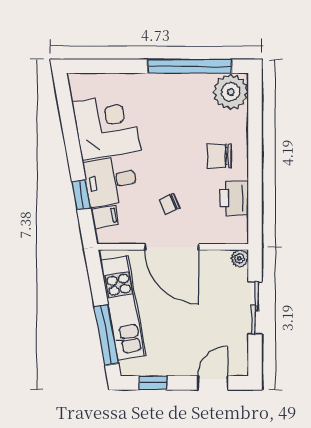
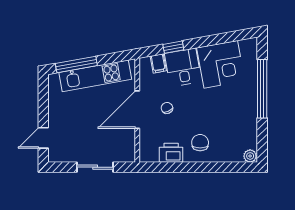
window: (190, 66) -> (262, 89), moved
plant: (231, 92) -> (250, 156), width x0.53, depth x0.53
plant: (240, 258) -> (129, 156), removed
window: (153, 383) -> (43, 97), removed
door: (213, 383) -> (43, 138), swing flipped

